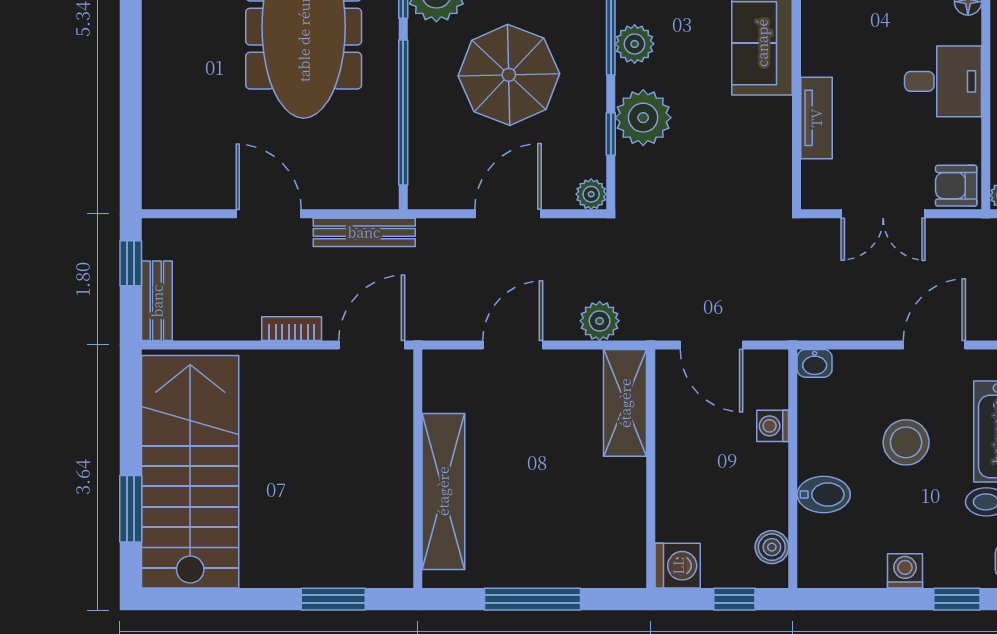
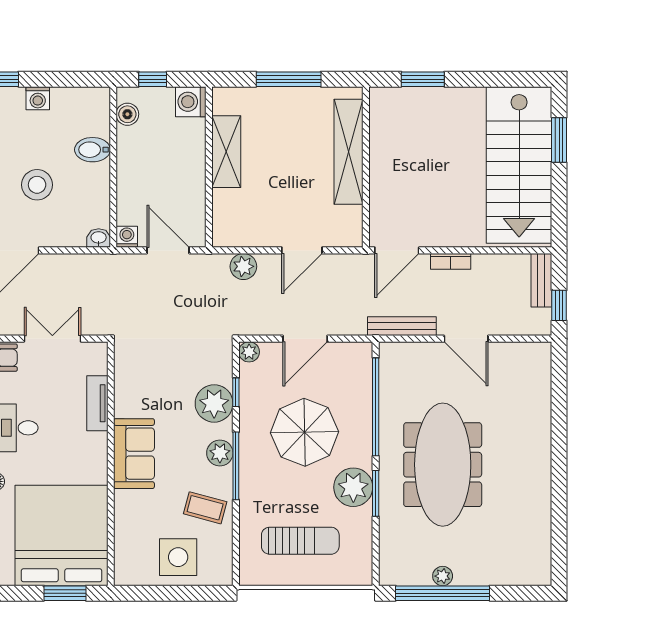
shelving: (625, 403) -> (226, 152), moved
washing machine: (773, 426) -> (127, 237), moved, turned -90

